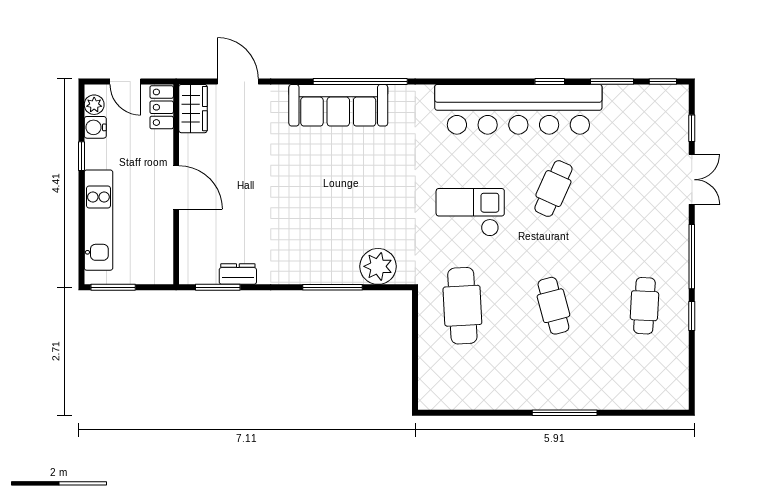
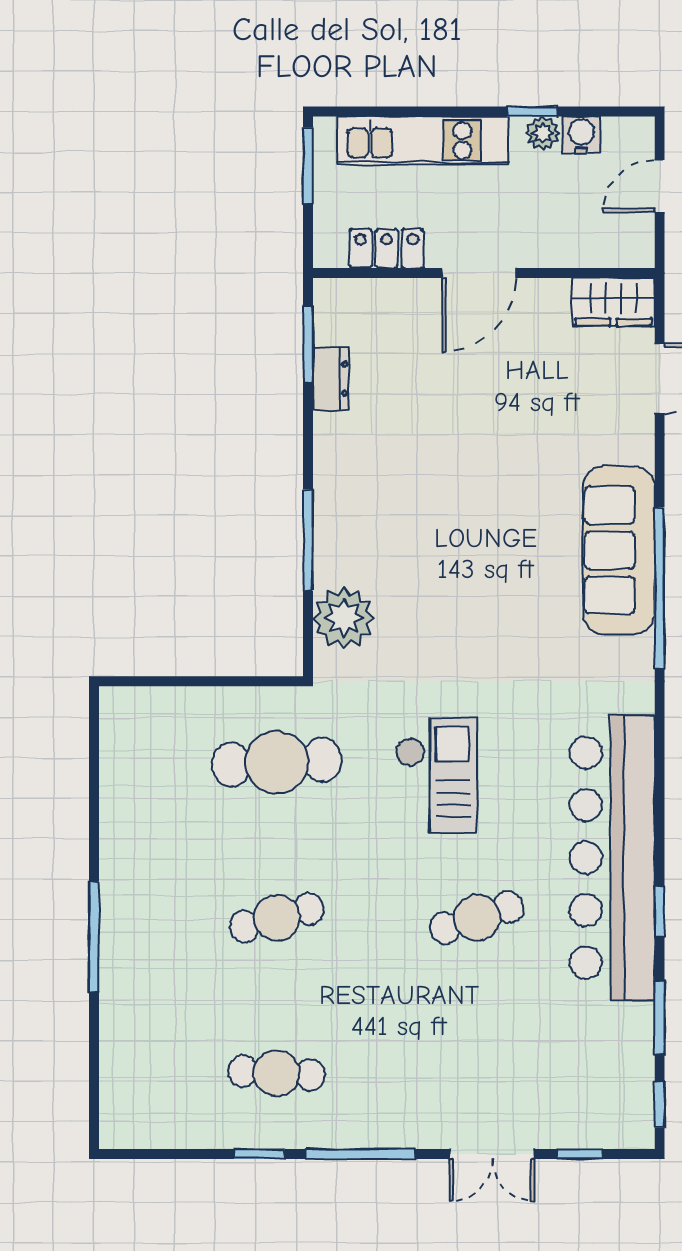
plant: (94, 105) -> (543, 133), moved
locker: (162, 107) -> (387, 248), moved
cafe table: (553, 189) -> (477, 918), turned -42

